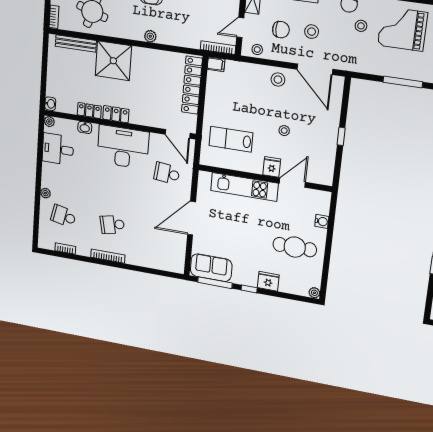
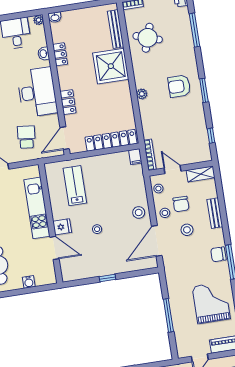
stool: (361, 26) -> (165, 213), moved
locker: (116, 114) -> (68, 102), moved

